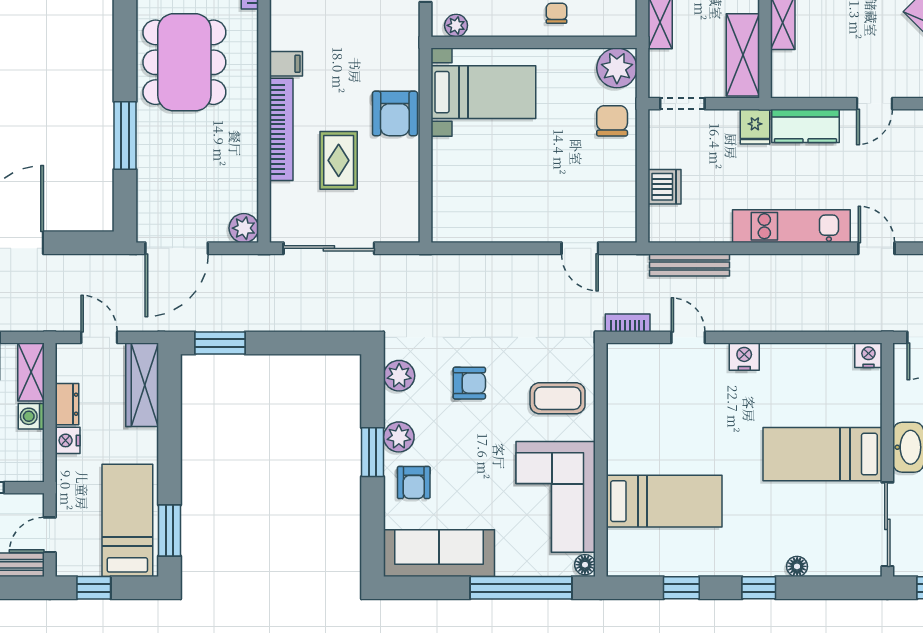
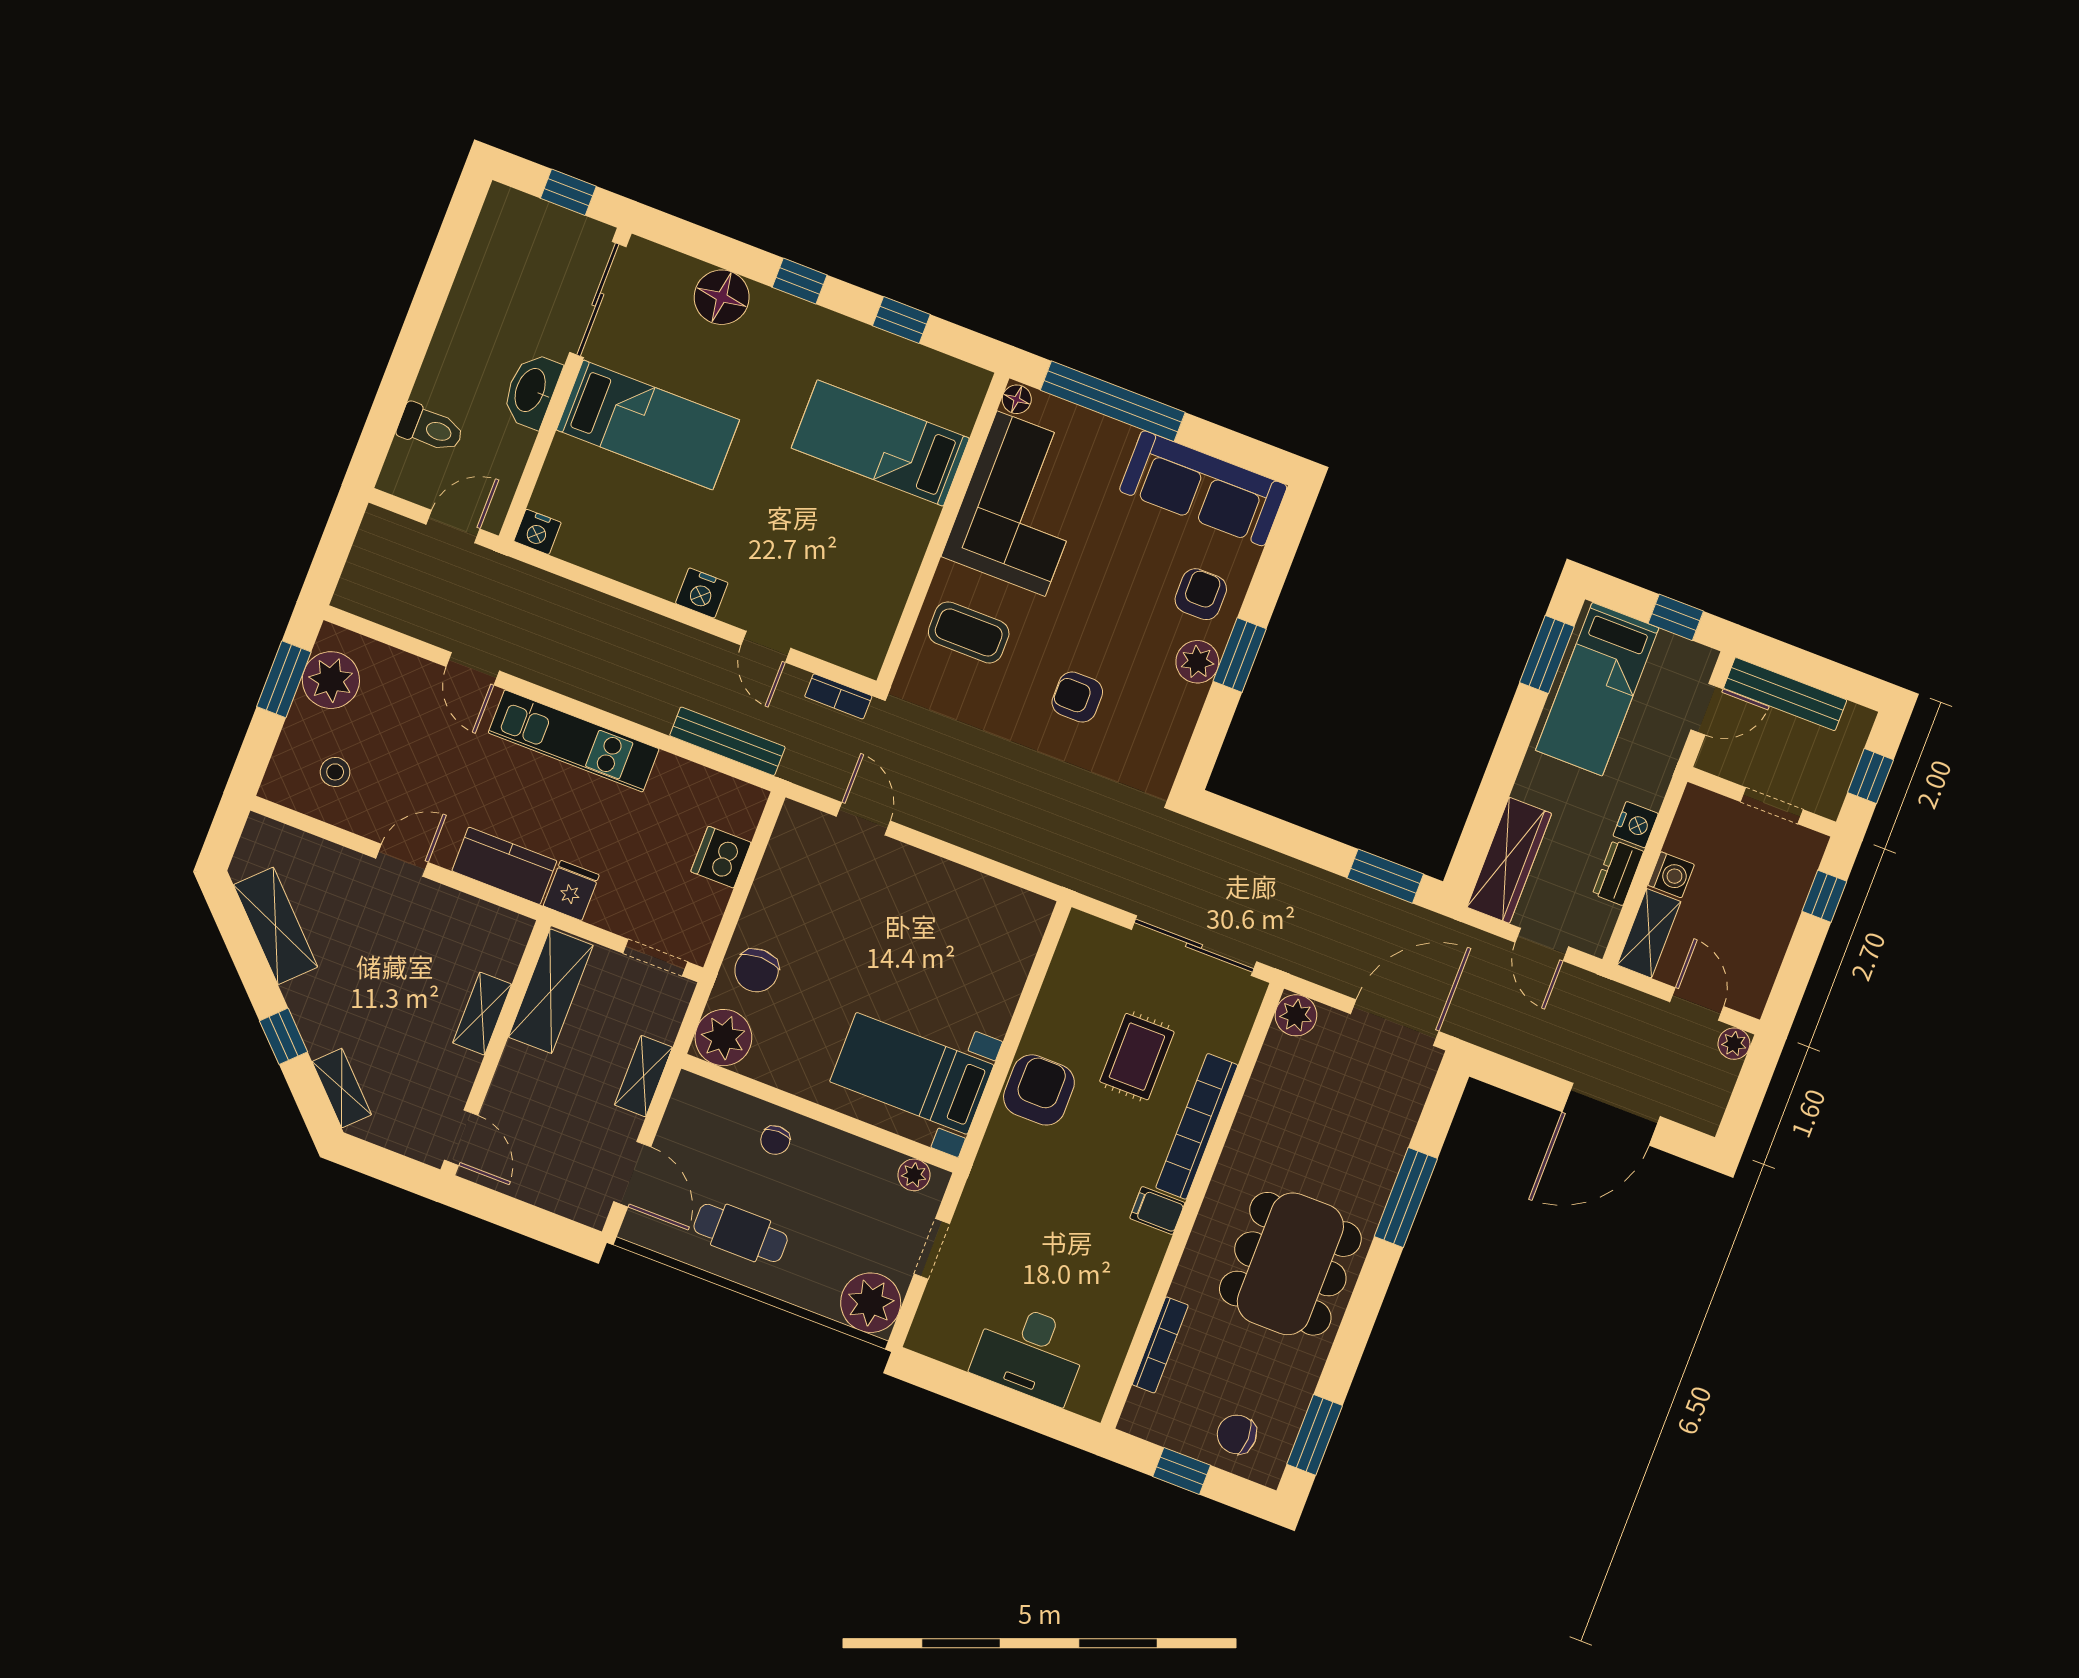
plant: (399, 376) -> (1166, 742), removed
floor lamp: (797, 566) -> (722, 297), width x1.89, depth x1.89

